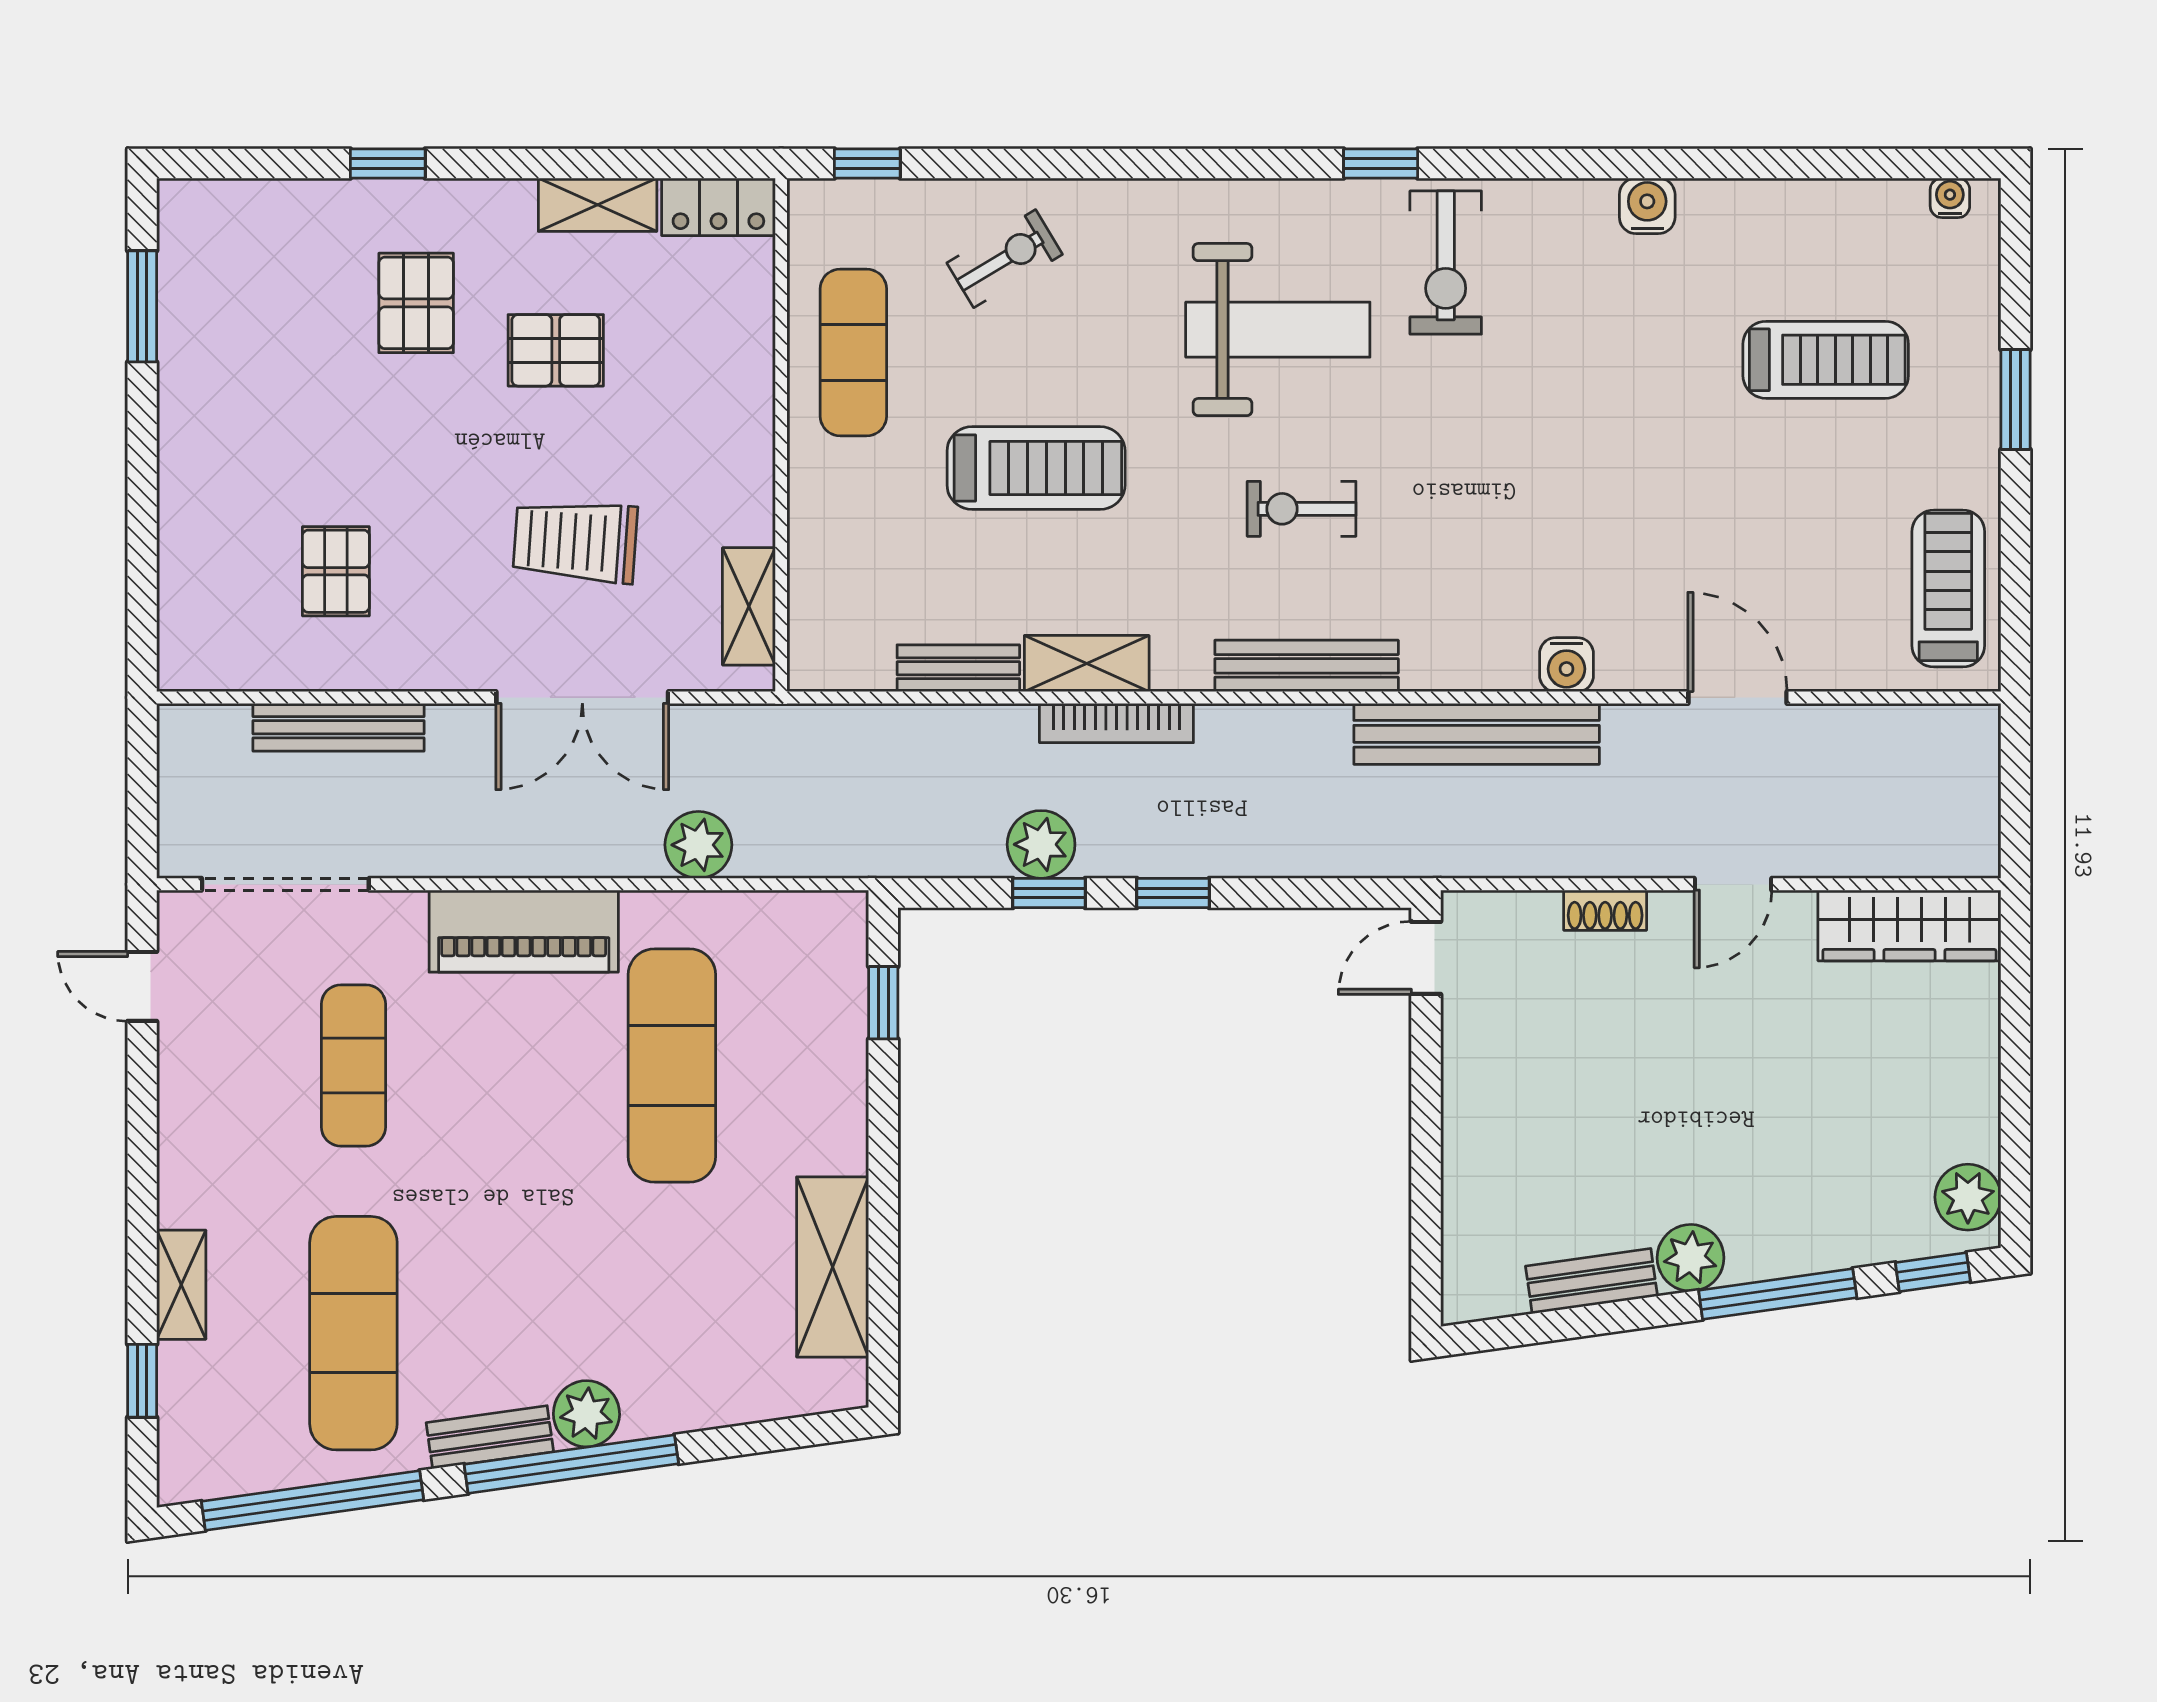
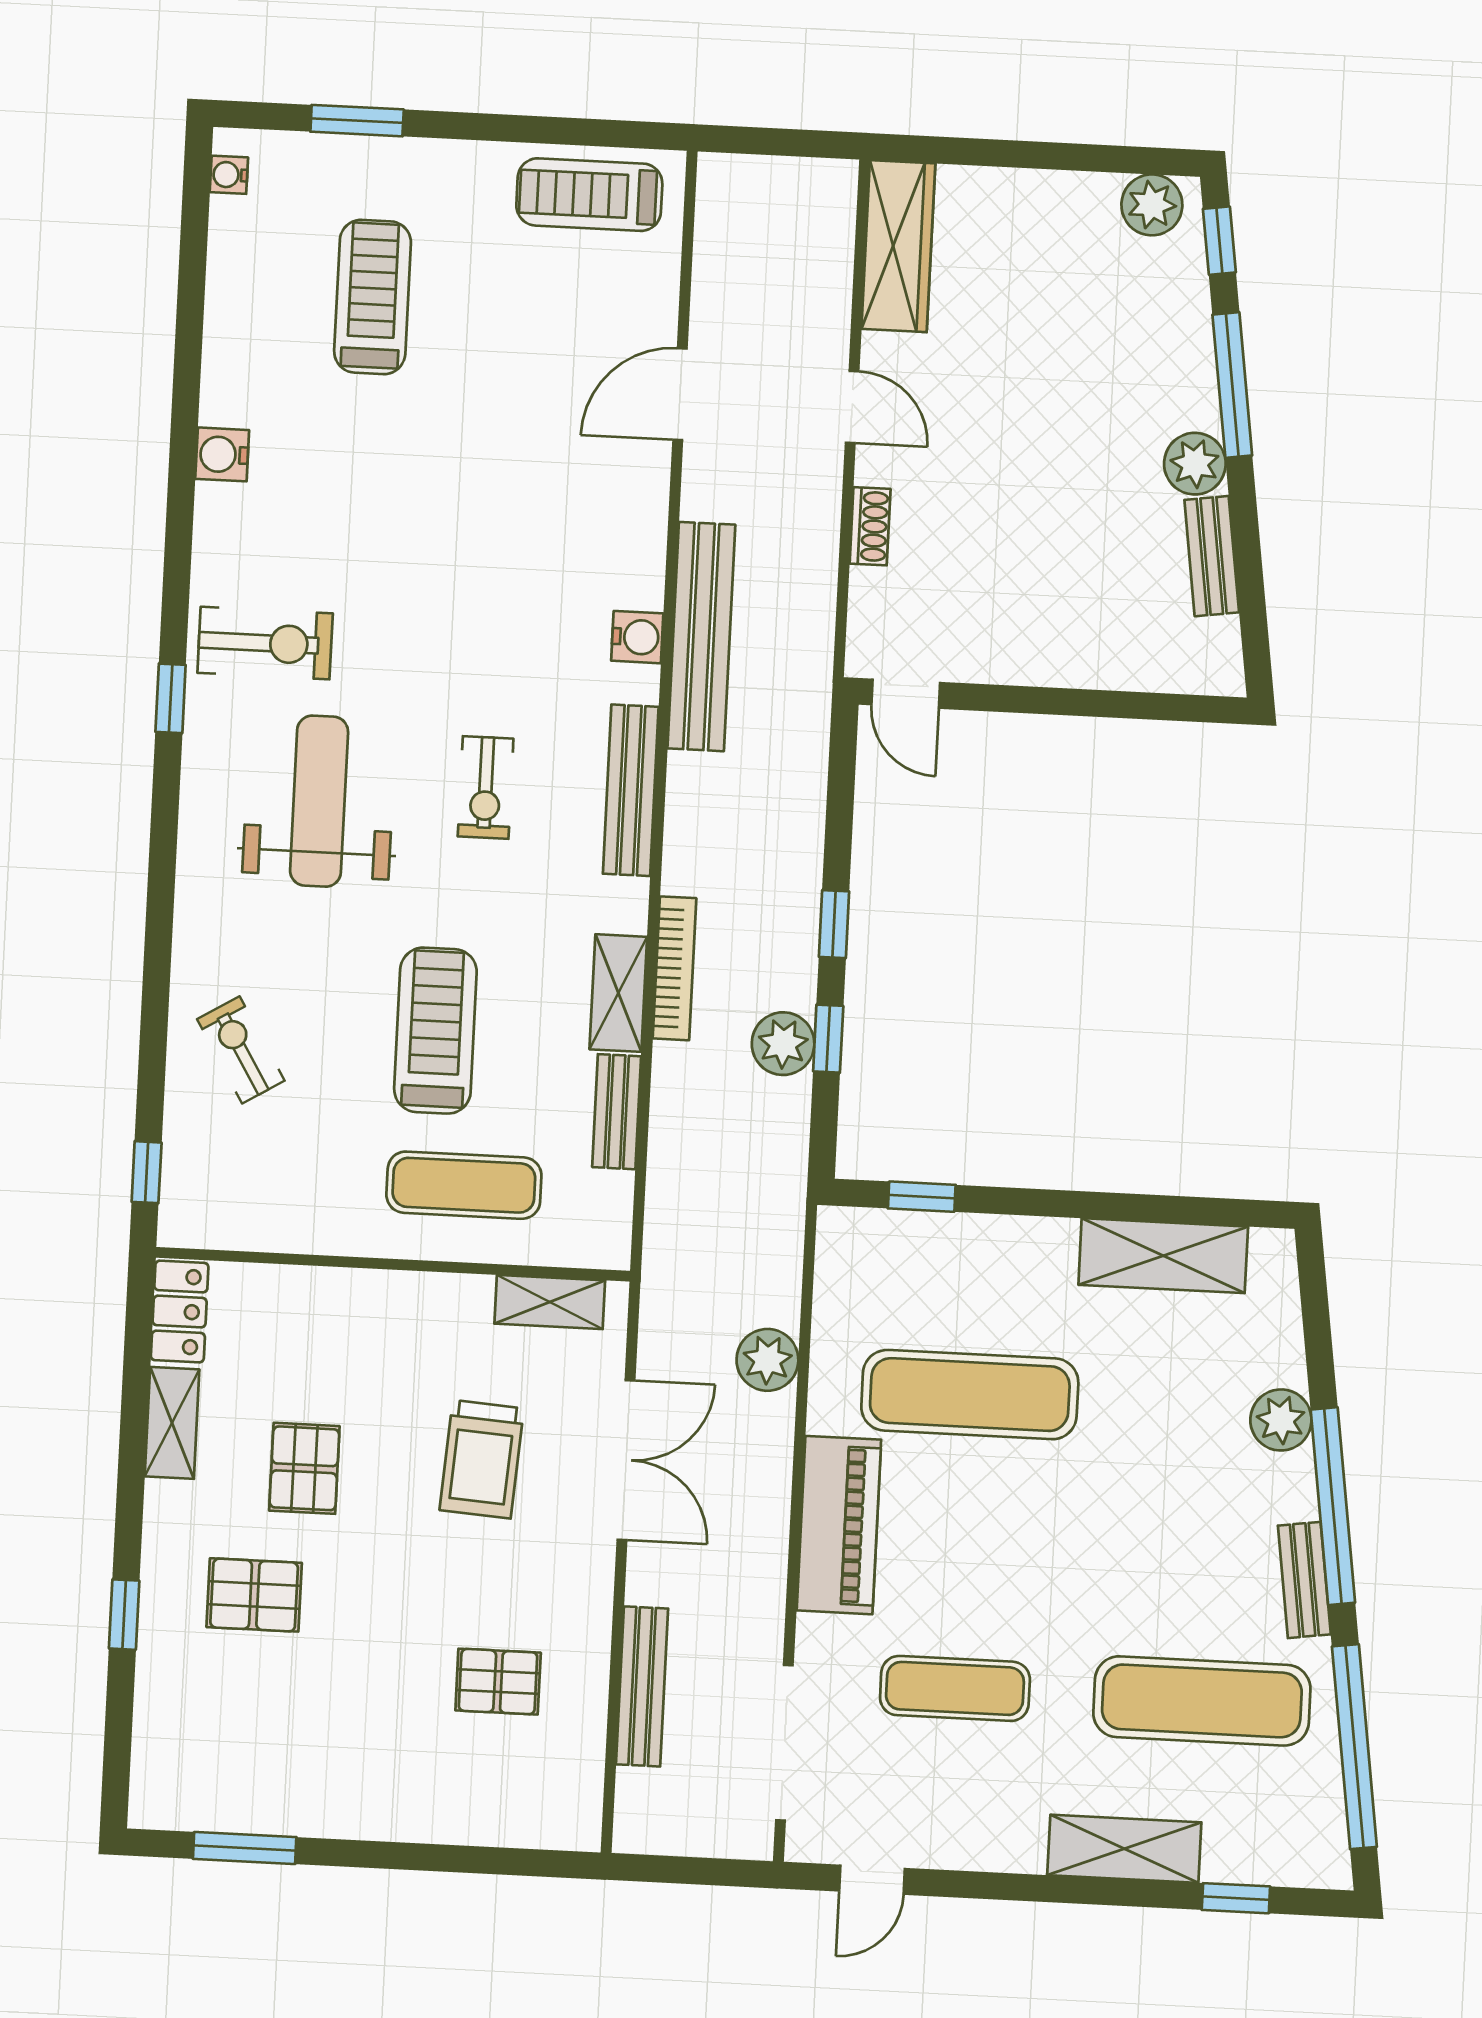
exercise mat: (853, 352) -> (464, 1185), moved
window: (2015, 400) -> (357, 121), moved
water cooler: (1567, 665) -> (637, 637), moved
shelving: (181, 1285) -> (1124, 1849), width x1.50, depth x1.33
plant: (586, 1414) -> (1281, 1420), moved

